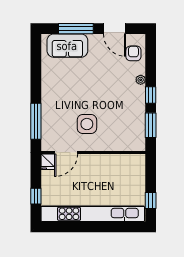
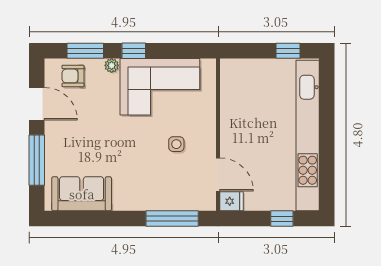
door: (114, 29) -> (37, 104), hinge flipped
sofa: (67, 46) -> (82, 194), moved, turned -90
corner sofa: (126, 113) -> (160, 87), added
side table: (87, 124) -> (176, 144), width x0.54, depth x0.54
window: (151, 125) -> (85, 51), moved

